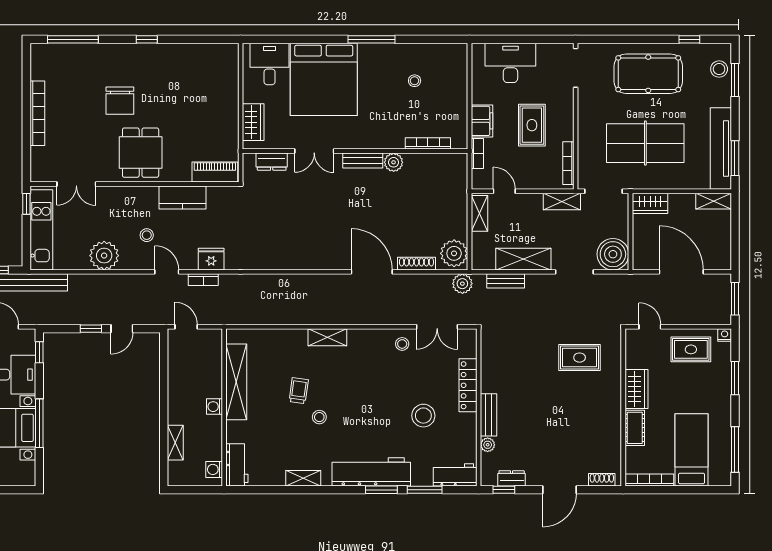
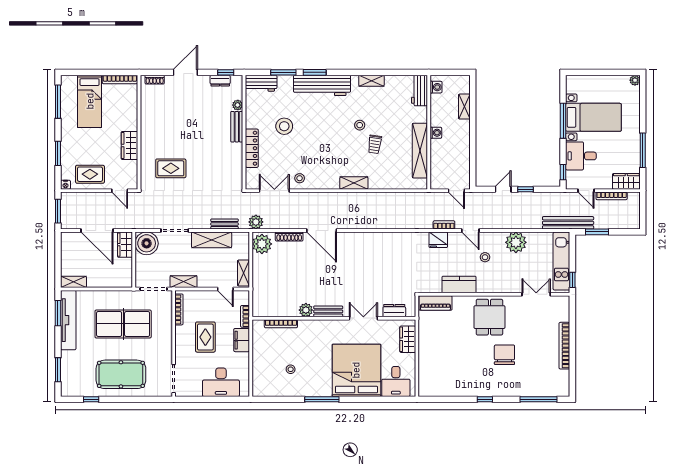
stool: (719, 69) -> (70, 378), removed
wardrobe: (650, 203) -> (125, 245), moved, turned -90
cot: (635, 428) -> (131, 117), removed

